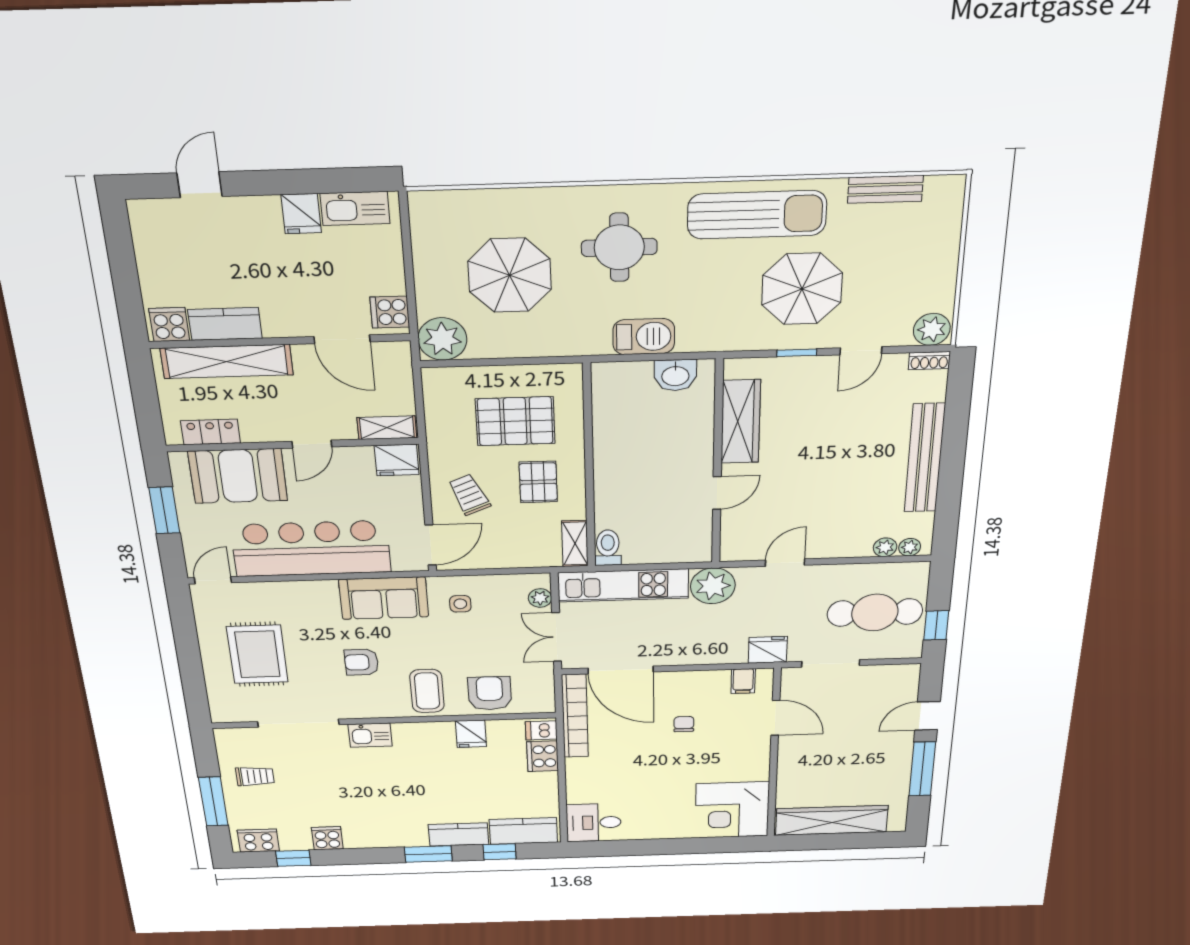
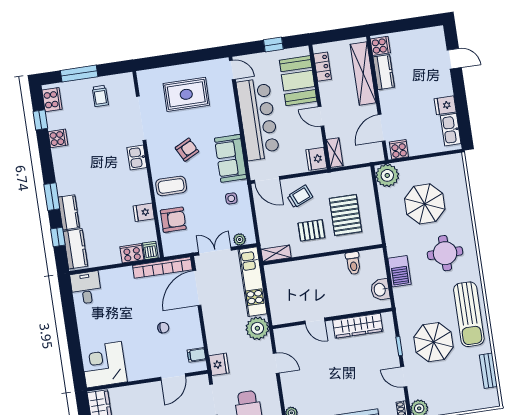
window: (164, 510) -> (273, 45), width x0.67
toilet: (608, 548) -> (353, 263), moved, turned 90
armchair: (362, 662) -> (187, 150), turned 63

